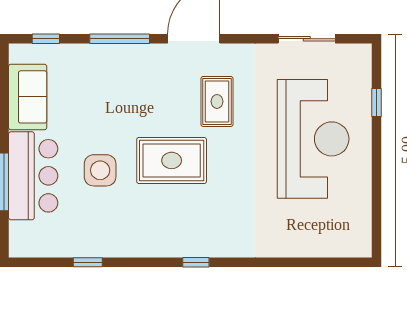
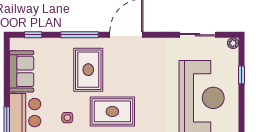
plant: (363, 52) -> (233, 43), added
rug: (217, 101) -> (88, 70), moved, width x1.36, depth x1.43
side table: (100, 170) -> (67, 118), width x0.54, depth x0.54

